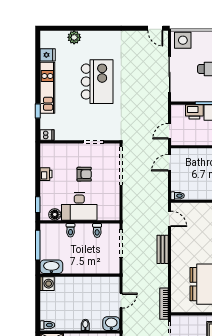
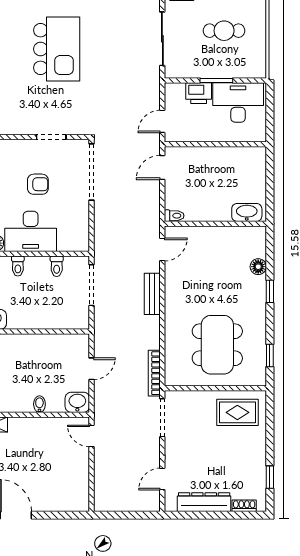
door: (169, 219) -> (162, 249), hinge flipped

